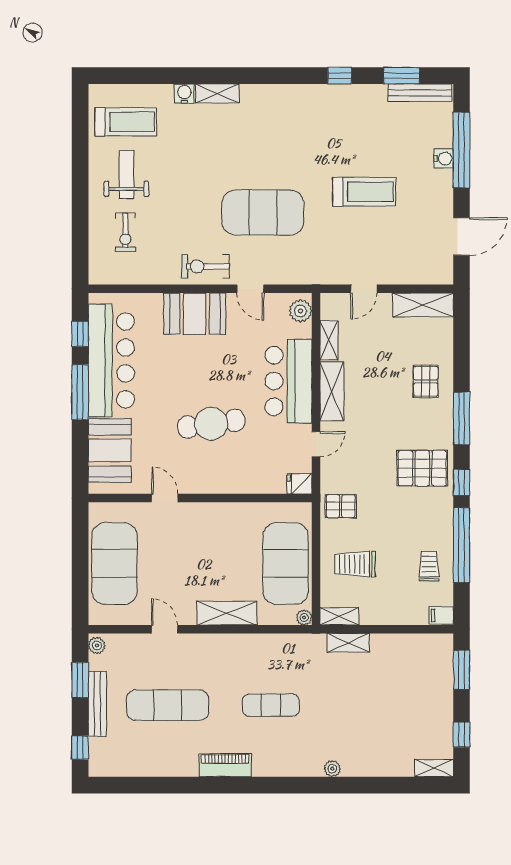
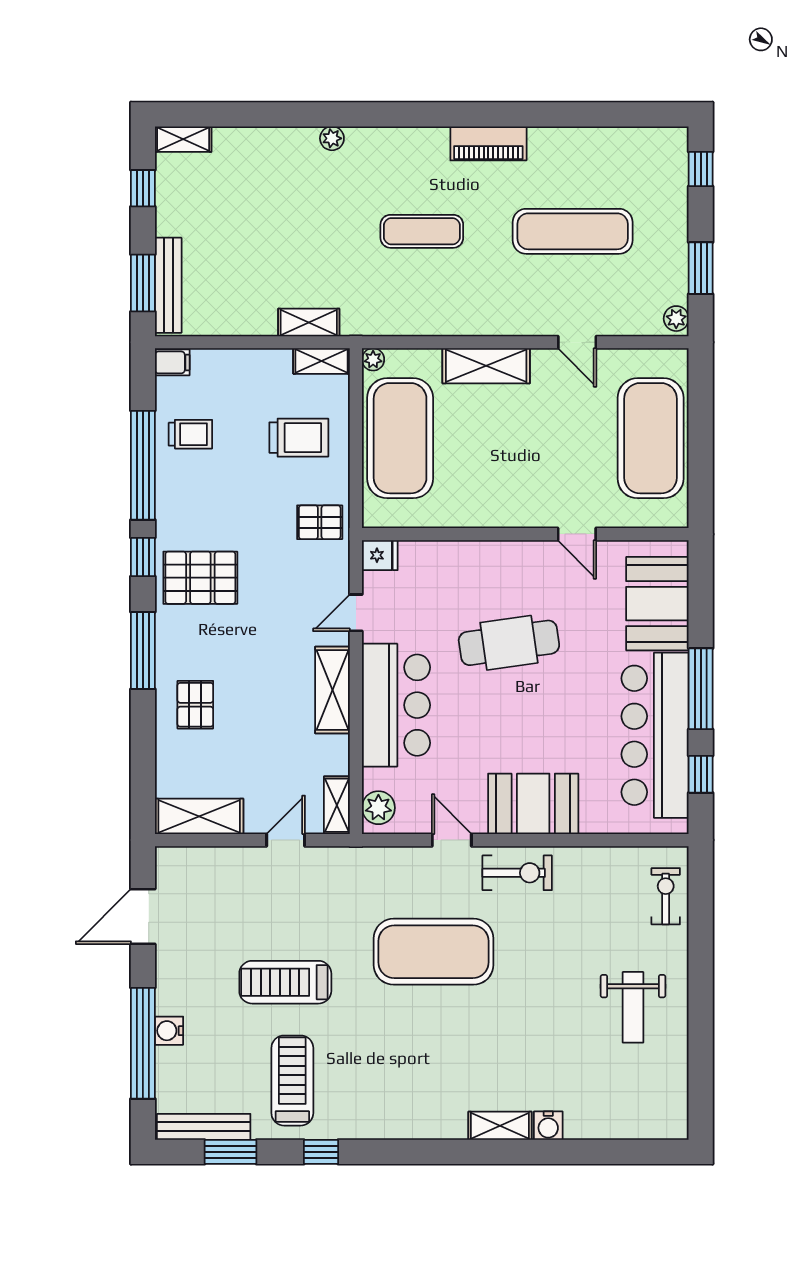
treadmill: (126, 122) -> (292, 1081), moved, turned 90
exercise bike: (125, 232) -> (666, 896), moved
shelving: (329, 340) -> (337, 805), moved
trolley: (429, 566) -> (190, 434), turned -90
bench: (97, 704) -> (168, 285), moved

